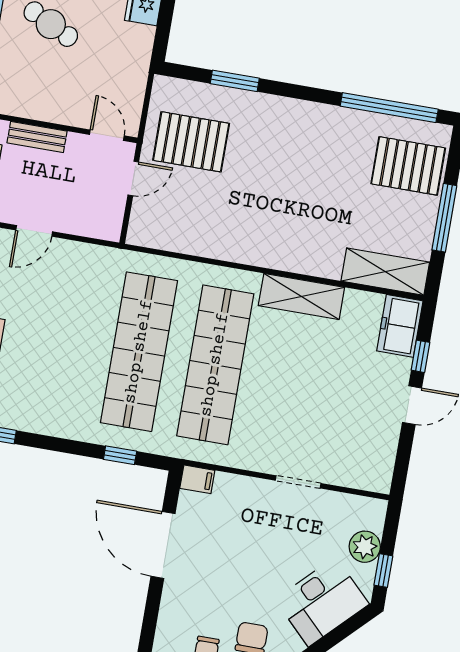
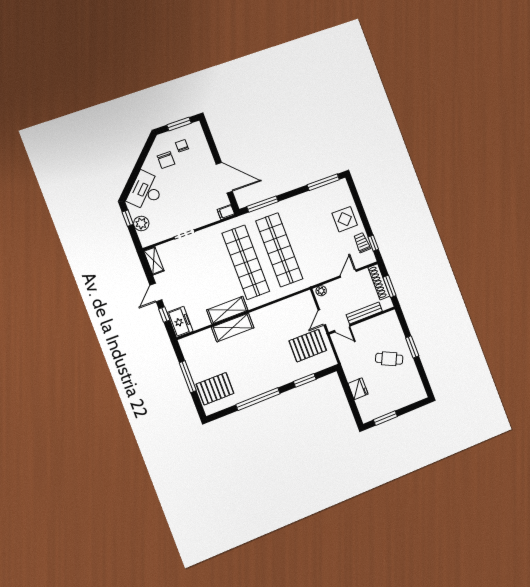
window: (389, 108) -> (258, 399), moved
bench: (37, 137) -> (364, 313), width x1.36
plant: (105, 229) -> (321, 291), added
shelving: (385, 272) -> (233, 327), moved
window: (120, 455) -> (263, 204), width x2.17
shelving: (382, 465) -> (154, 261), added

